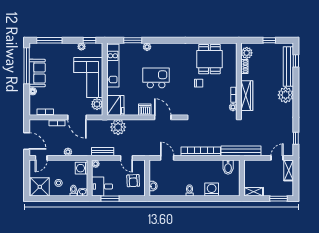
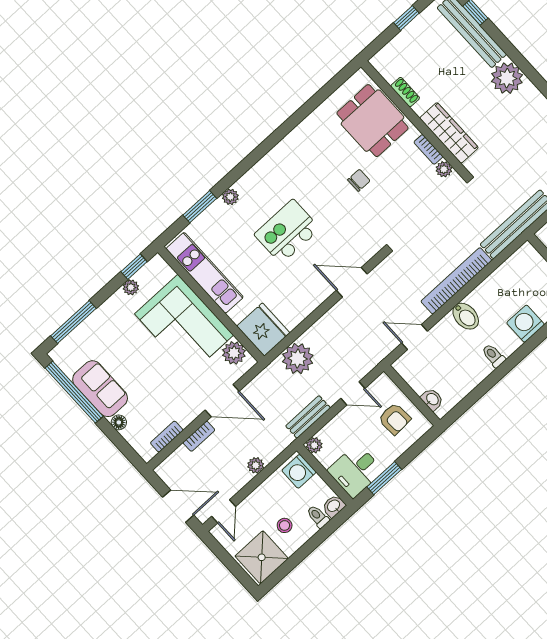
plant: (247, 53) -> (390, 68), removed
dining table: (209, 59) -> (372, 121), moved
dishwasher: (145, 110) -> (314, 295), removed
bidet: (228, 167) -> (466, 316), moved

